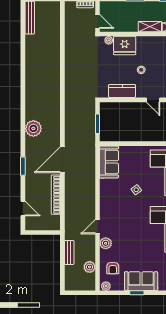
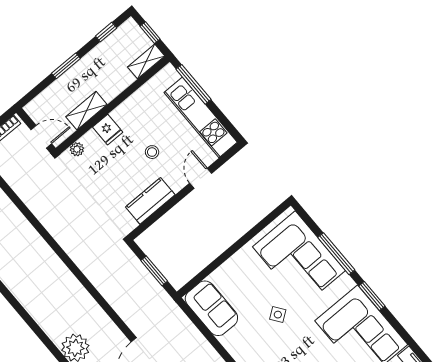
shelving: (150, 27) -> (86, 111), moved
fridge: (125, 46) -> (108, 130), width x0.53, depth x0.75
door: (153, 100) -> (201, 178), swing flipped

